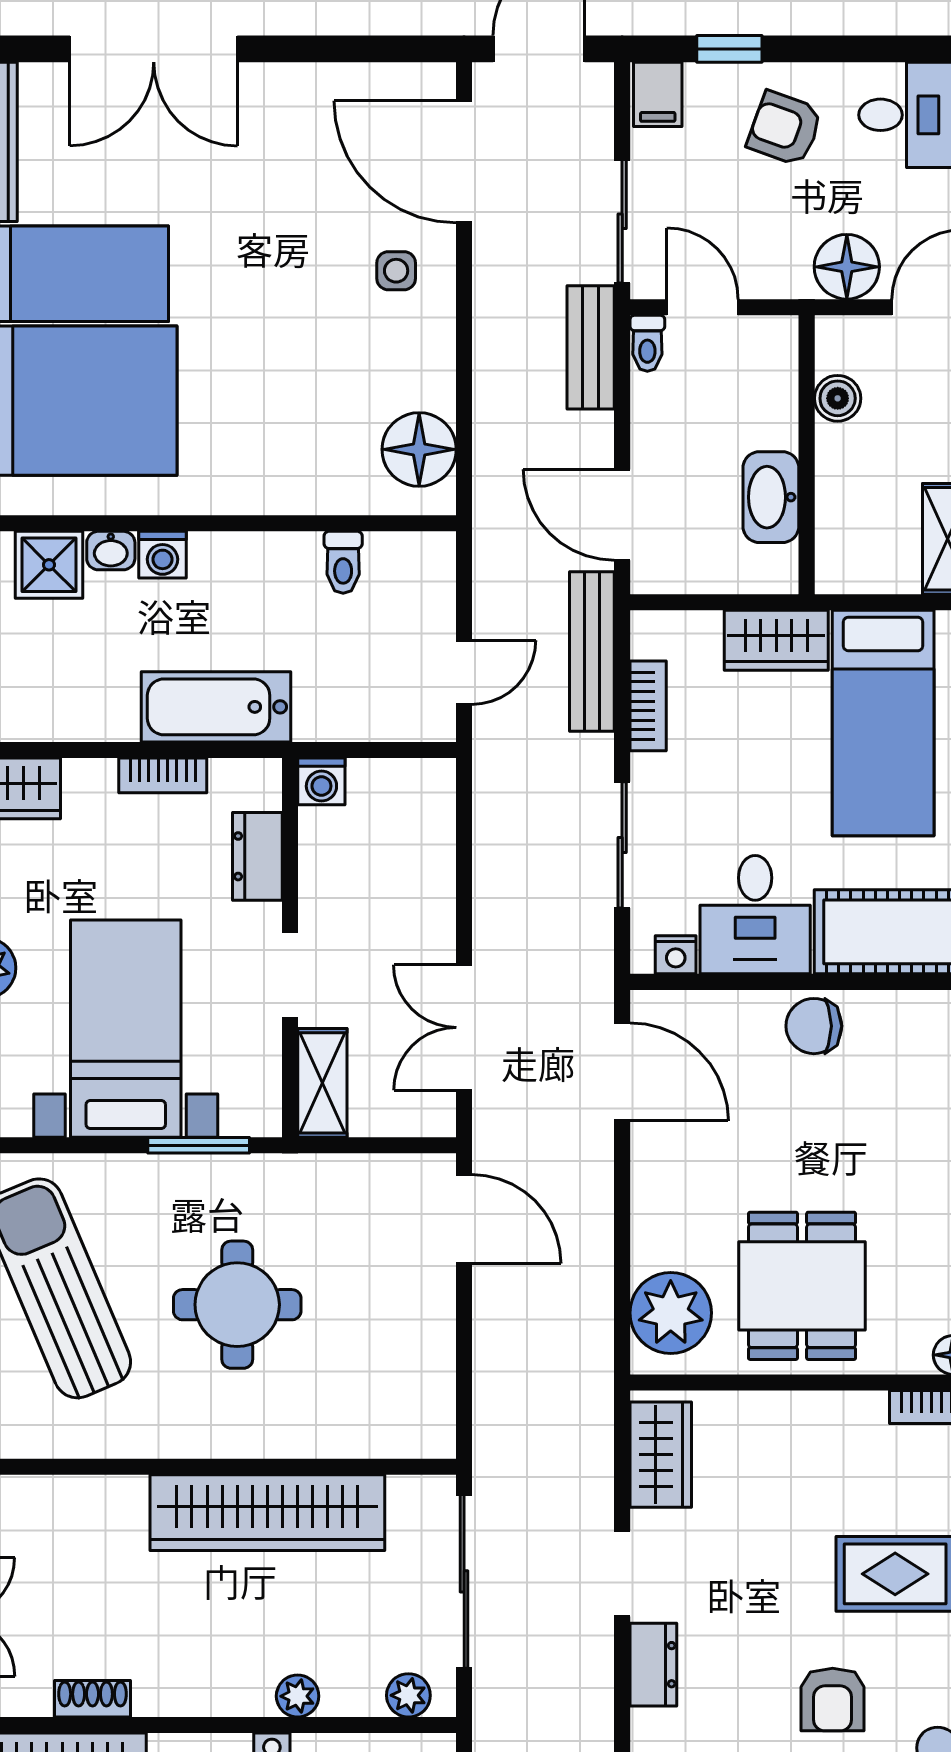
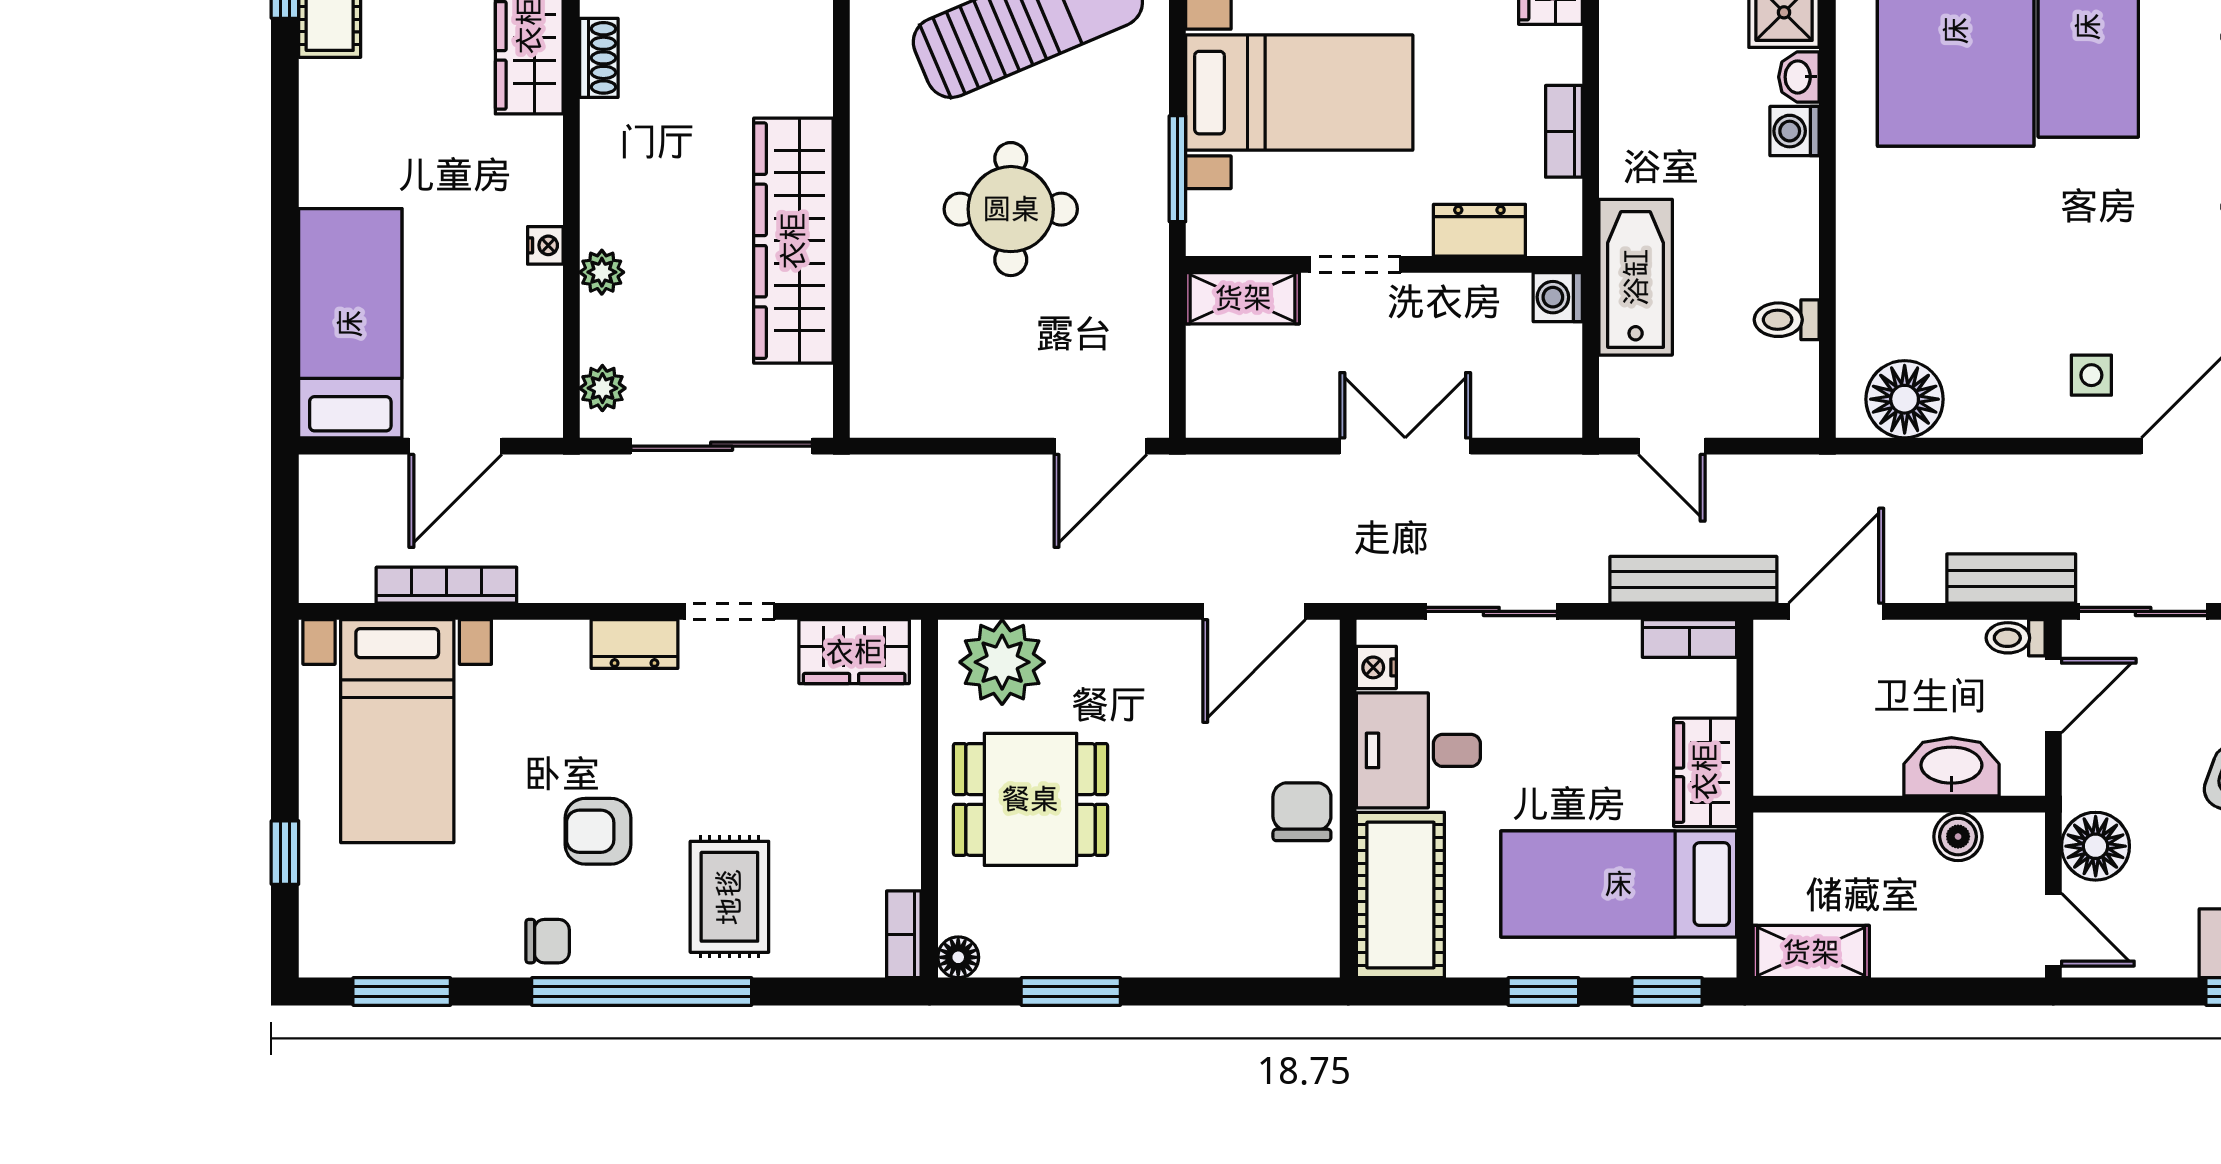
washbasin: (771, 497) -> (1951, 767), moved
bookcase: (648, 706) -> (1689, 639), moved
bathtub: (216, 707) -> (1636, 277), moved
double door: (464, 1028) -> (1405, 446), moved

